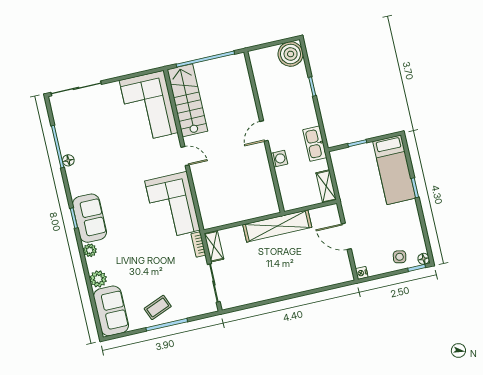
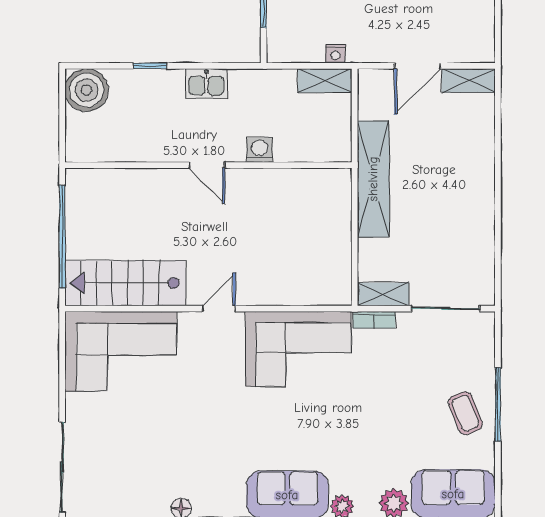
kitchen sink: (315, 144) -> (206, 84), moved, width x0.73
shelving: (344, 267) -> (468, 81), added
nightstand: (362, 273) -> (335, 54), moved

